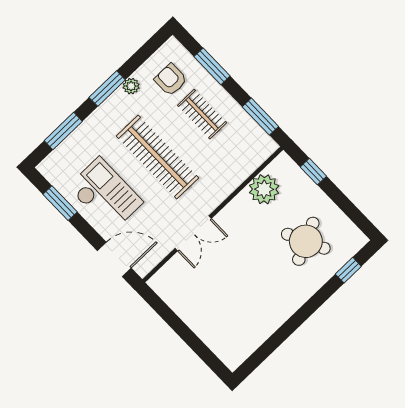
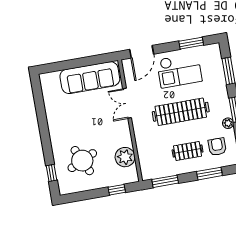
armchair: (171, 80) -> (217, 147), turned -90
sofa: (192, 304) -> (90, 78), added

